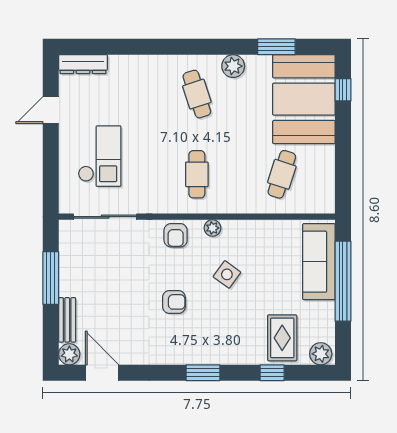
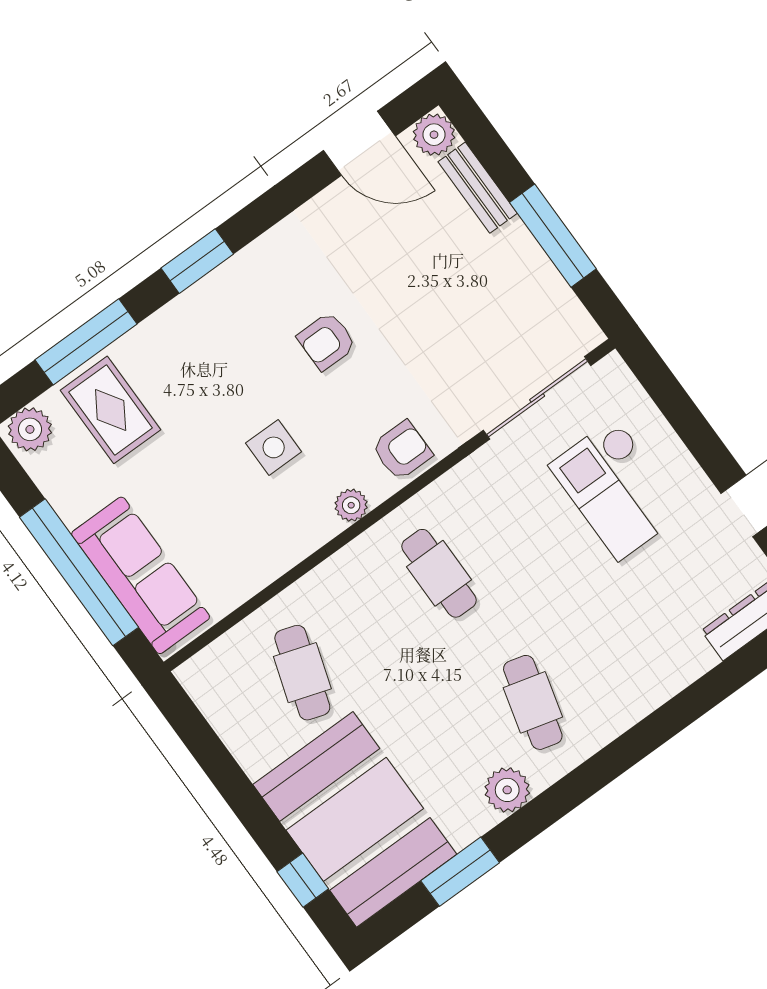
cafe table: (197, 94) -> (533, 702), turned 33
armchair: (176, 235) -> (402, 450), turned 90
side table: (227, 274) -> (274, 447), turned -36
window: (272, 373) -> (86, 342), width x2.17

